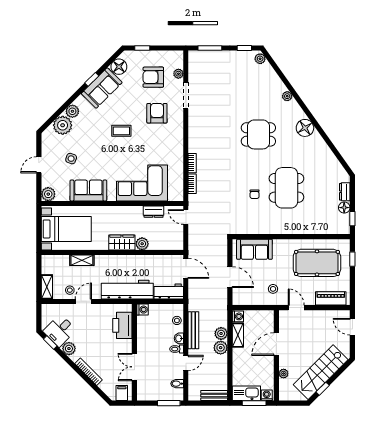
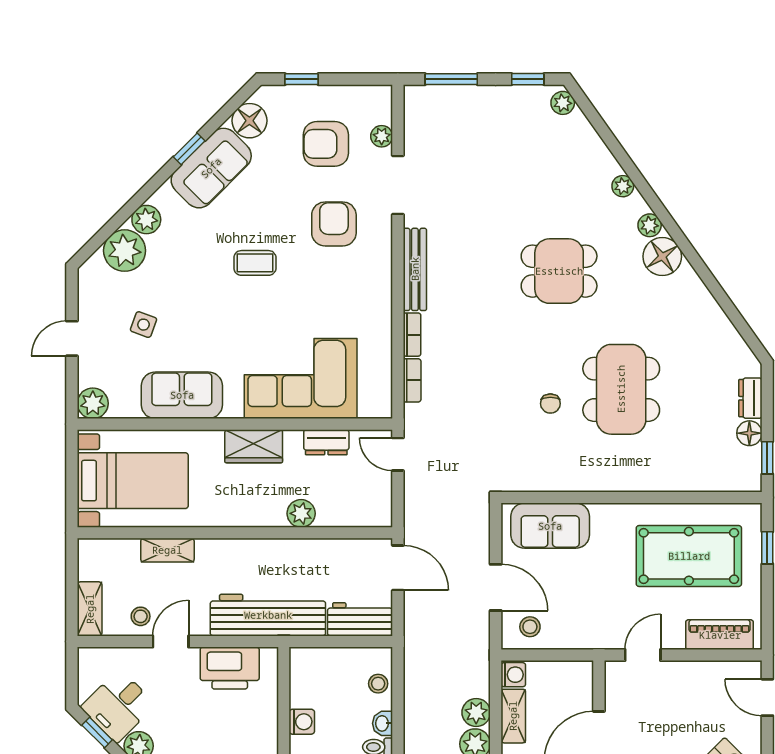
plant: (299, 114) -> (650, 225), added
wardrobe: (122, 243) -> (254, 446), moved, turned 180
stool: (273, 289) -> (530, 627), moved
door: (296, 308) -> (643, 655), hinge flipped
washing machine: (142, 310) -> (302, 722), moved
printer: (122, 325) -> (230, 668), moved, turned -90
bench: (193, 330) -> (415, 269), moved

